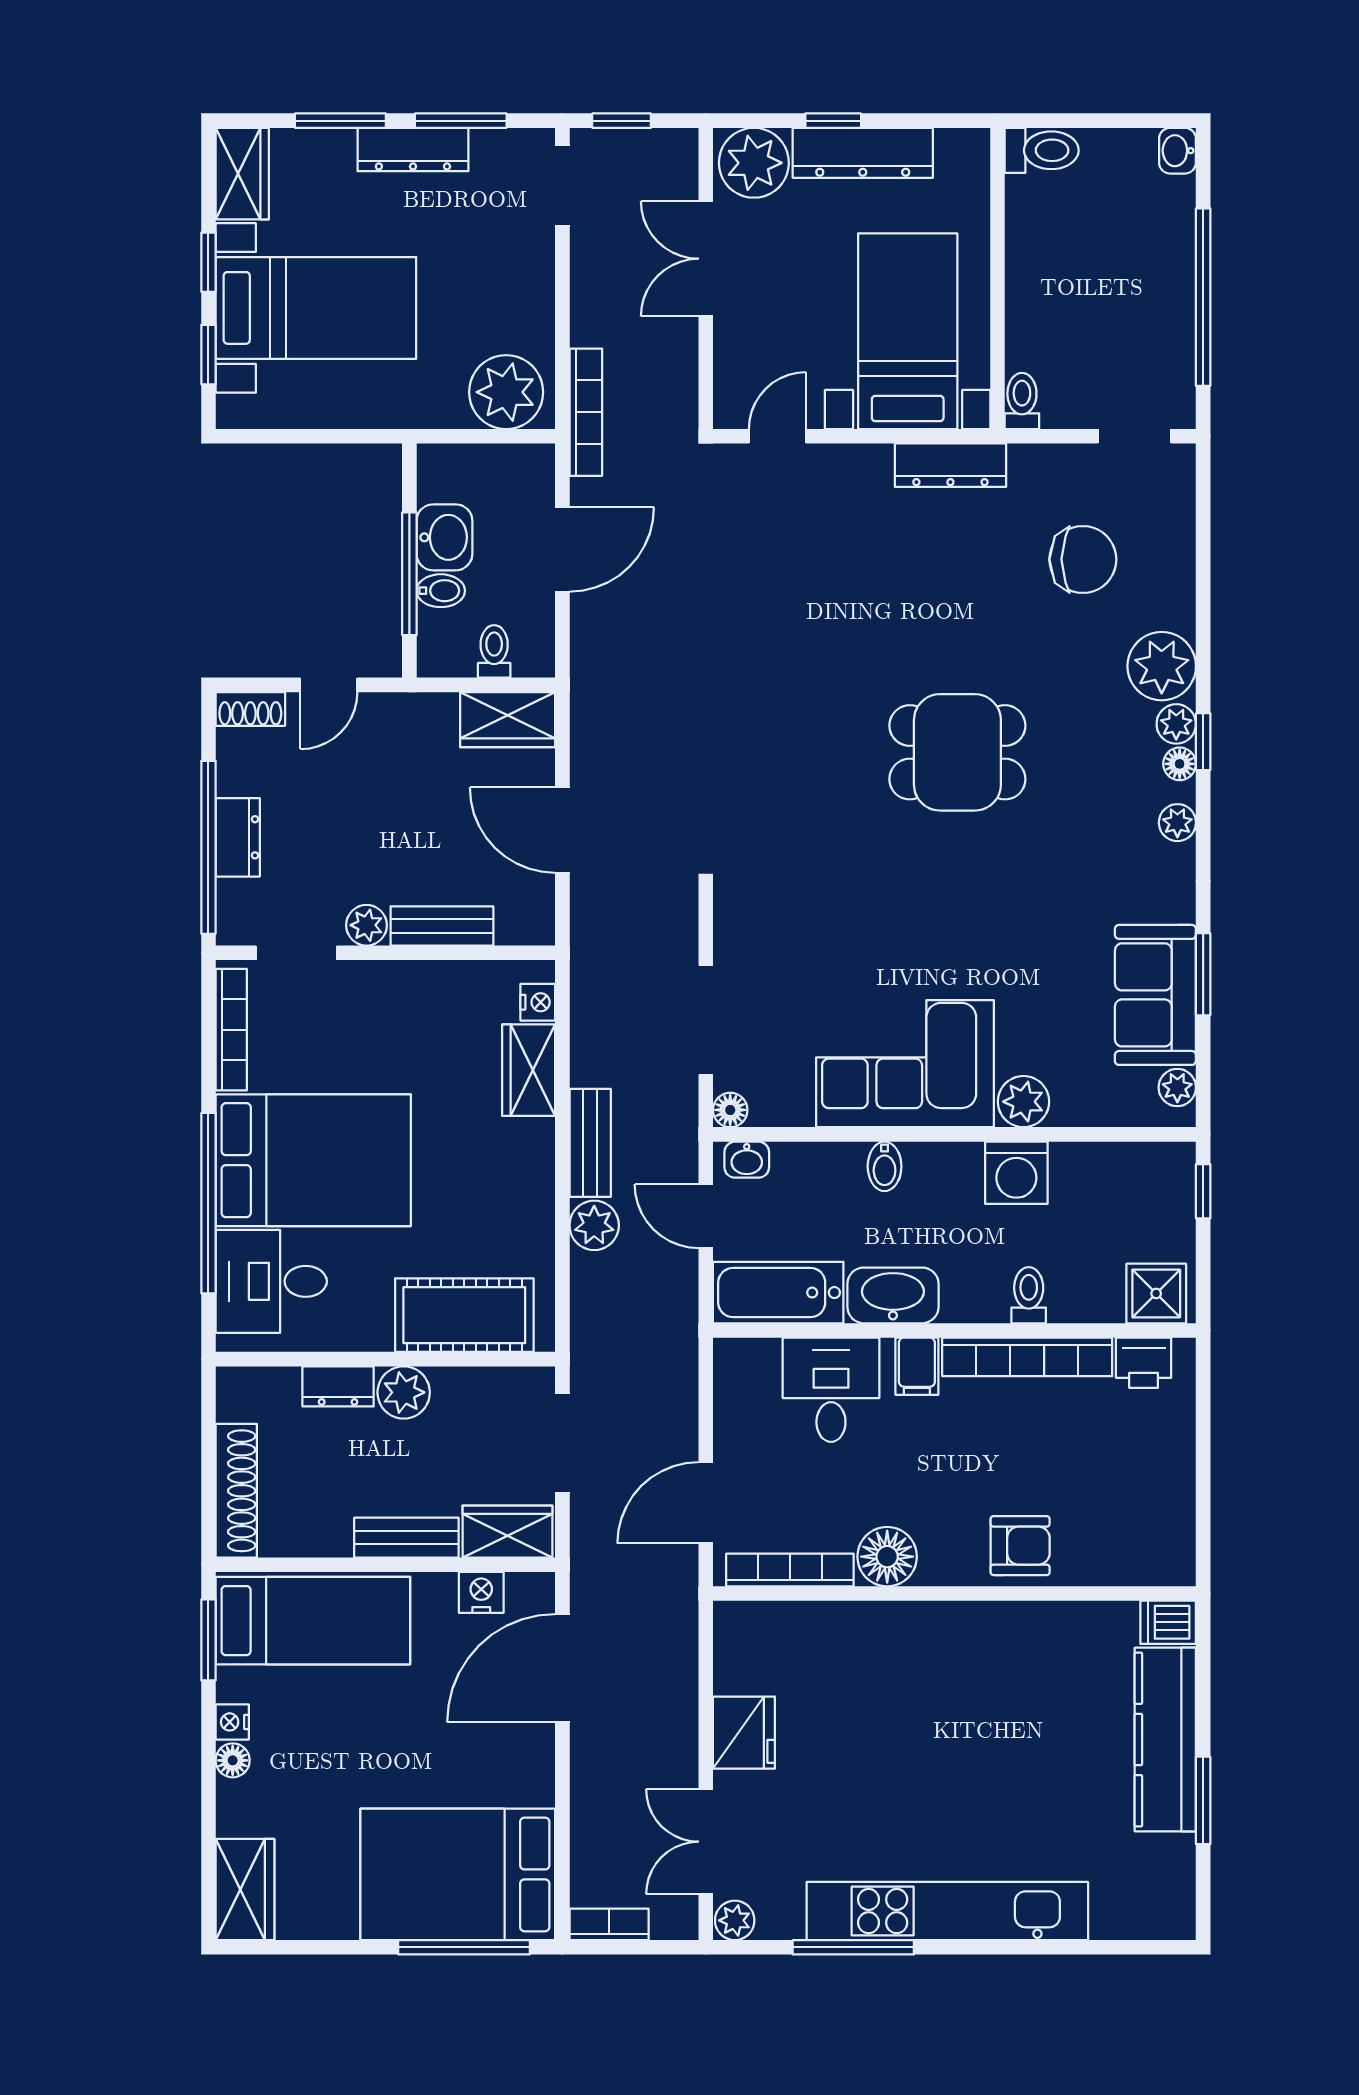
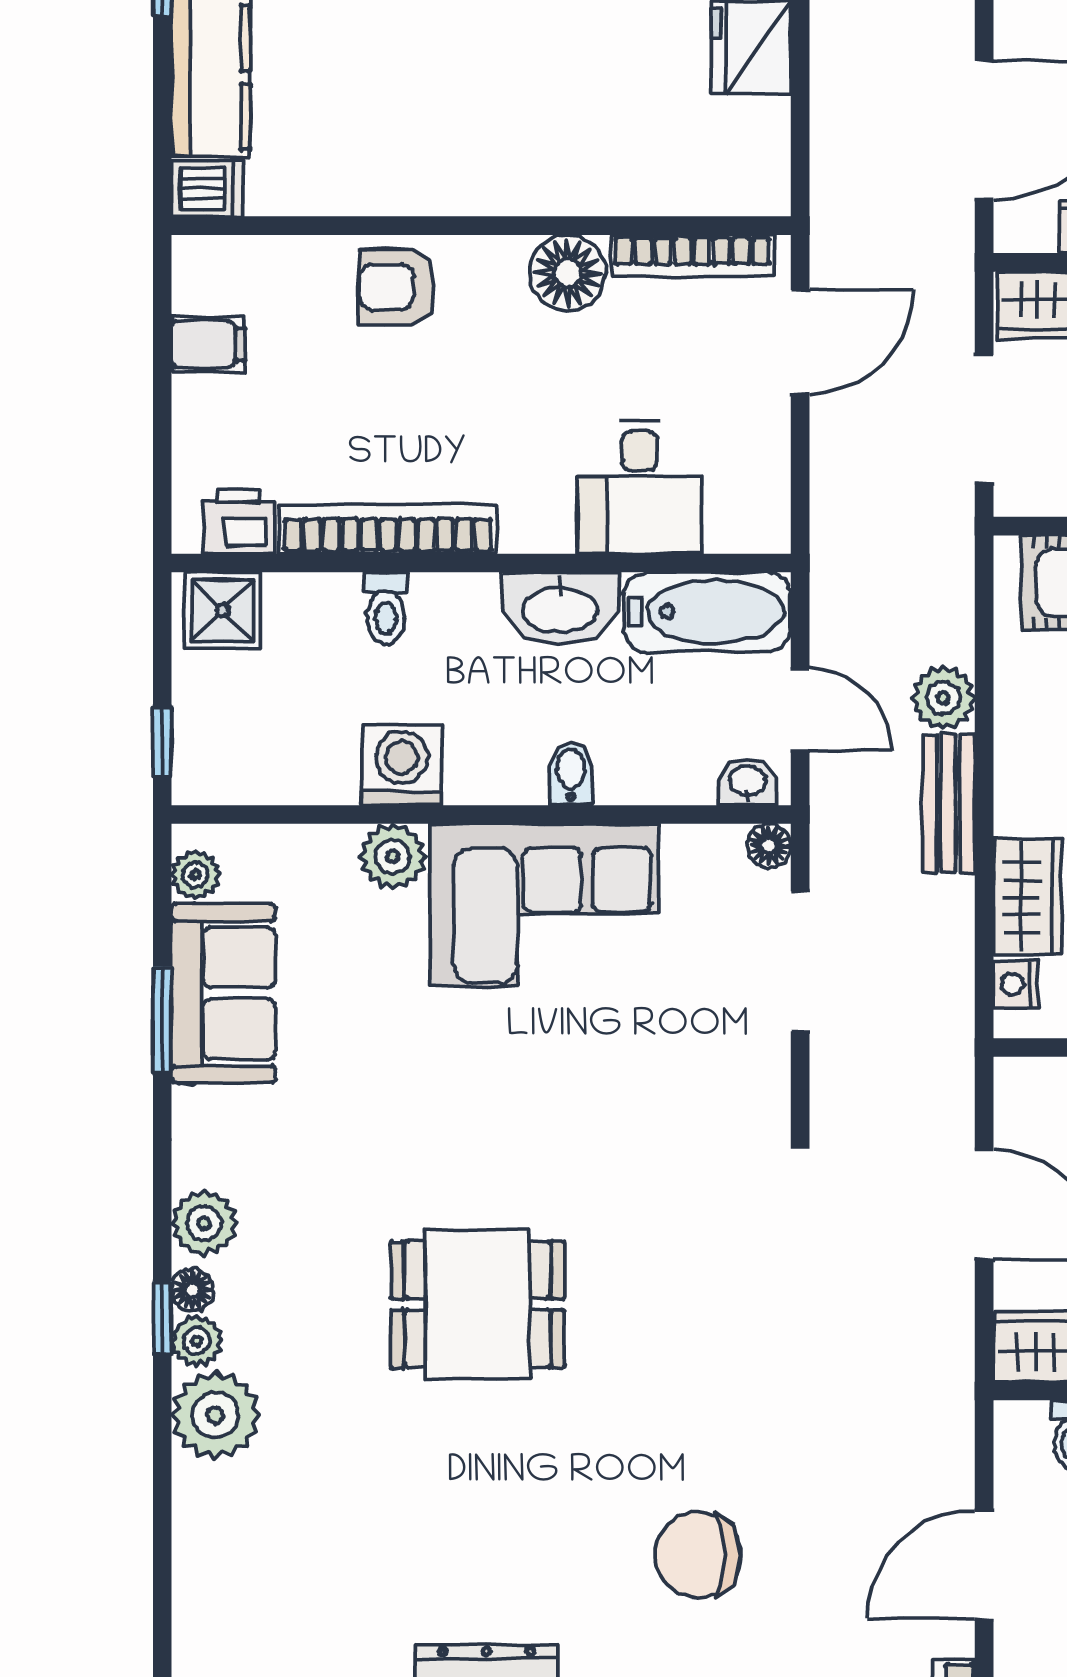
chair: (1083, 559) -> (698, 1555), moved
plant: (1177, 823) -> (204, 1223), width x1.38, depth x1.38
filing cabinet: (917, 1366) -> (208, 344), moved, turned 90

